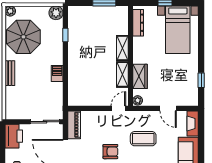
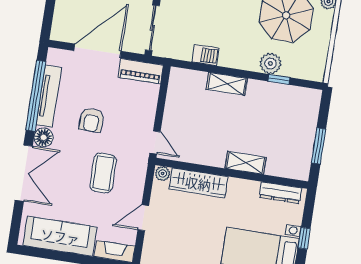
plant: (56, 13) -> (270, 63), moved
barbecue: (57, 73) -> (205, 55), moved
shelving: (122, 74) -> (227, 84), moved
wardrobe: (140, 76) -> (198, 183), width x1.50

